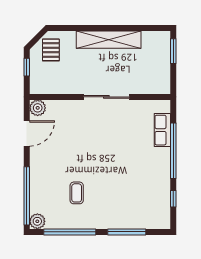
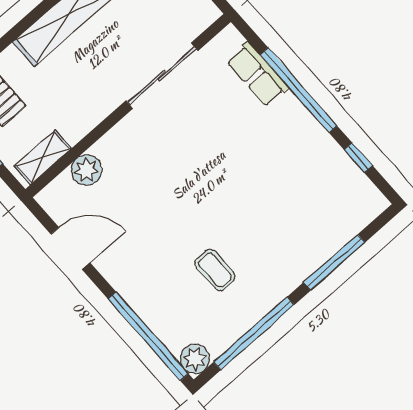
shelving: (48, 87) -> (43, 157), added
sliding door: (106, 97) -> (162, 76), moved
plant: (38, 108) -> (86, 170), moved
door: (27, 133) -> (70, 248), hinge flipped

